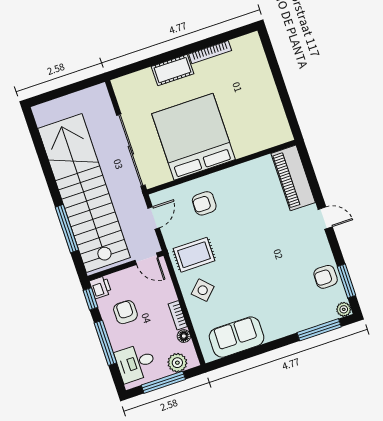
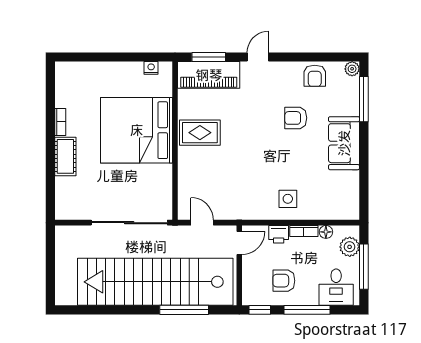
bookcase: (210, 52) -> (60, 122), width x0.64
nightstand: (282, 122) -> (151, 68), added
bed: (194, 137) -> (137, 130), moved
armchair: (204, 203) -> (296, 118), moved, turned 90
rug: (194, 255) -> (200, 133), moved, turned 90
window: (346, 281) -> (209, 57), moved
printer: (100, 287) -> (279, 234), moved, turned 180
side table: (203, 290) -> (288, 199), turned 45
sofa: (237, 337) -> (344, 143), moved

